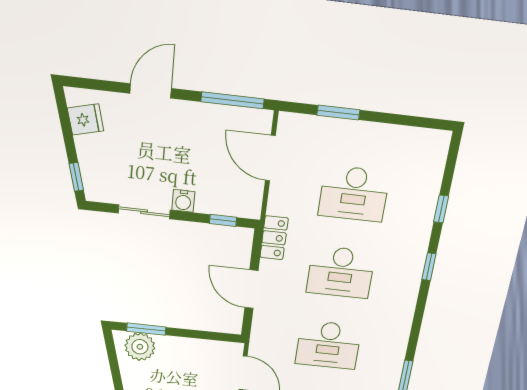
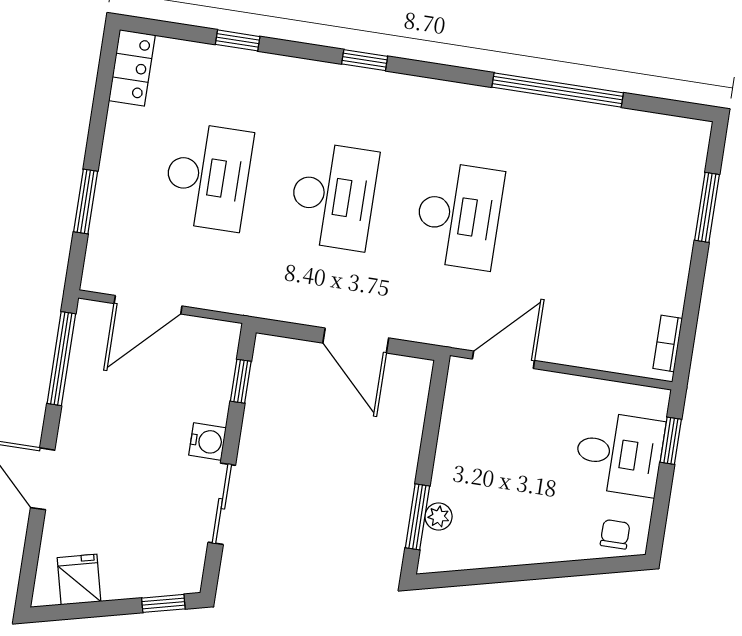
locker: (274, 238) -> (132, 68), moved, turned 90
window: (429, 267) -> (365, 60), moved
door: (251, 289) -> (356, 341), hinge flipped
plant: (140, 347) -> (439, 517), width x0.53, depth x0.53

